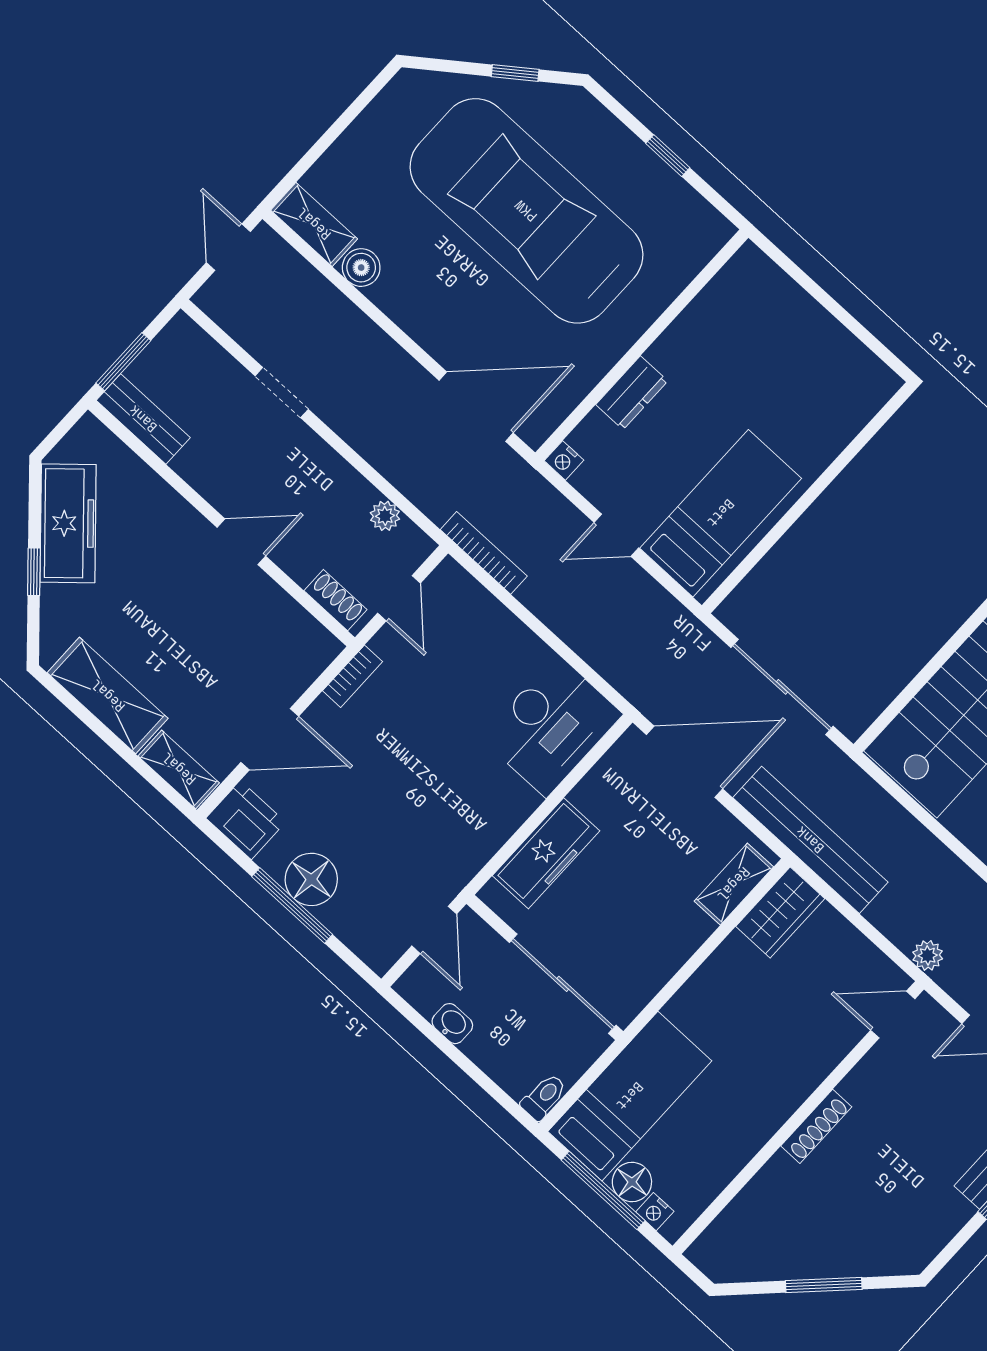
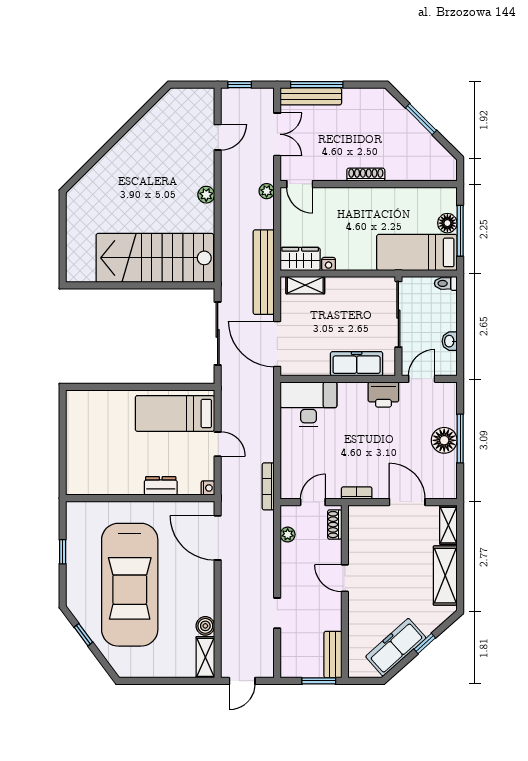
printer: (246, 820) -> (383, 394), moved, turned -90
nightstand: (655, 1212) -> (329, 264), moved, turned 90

